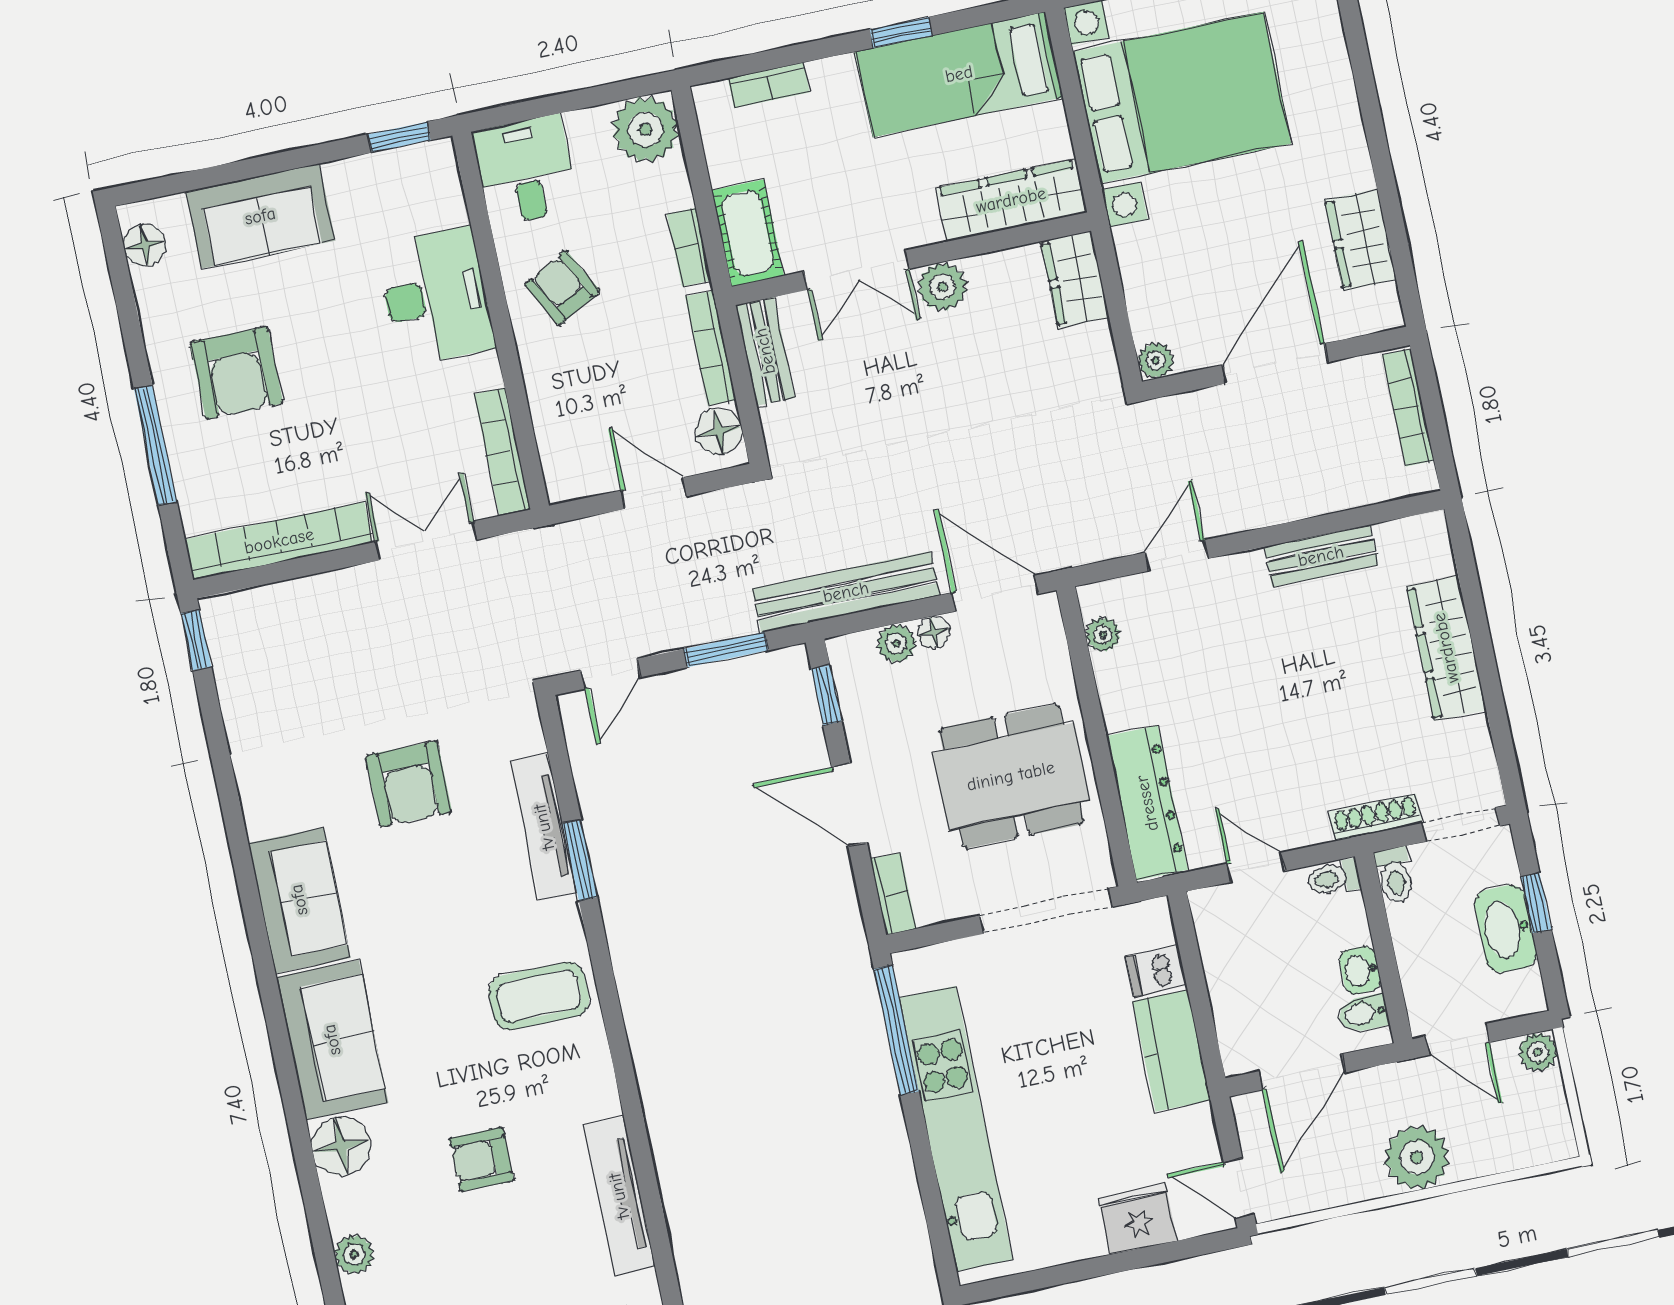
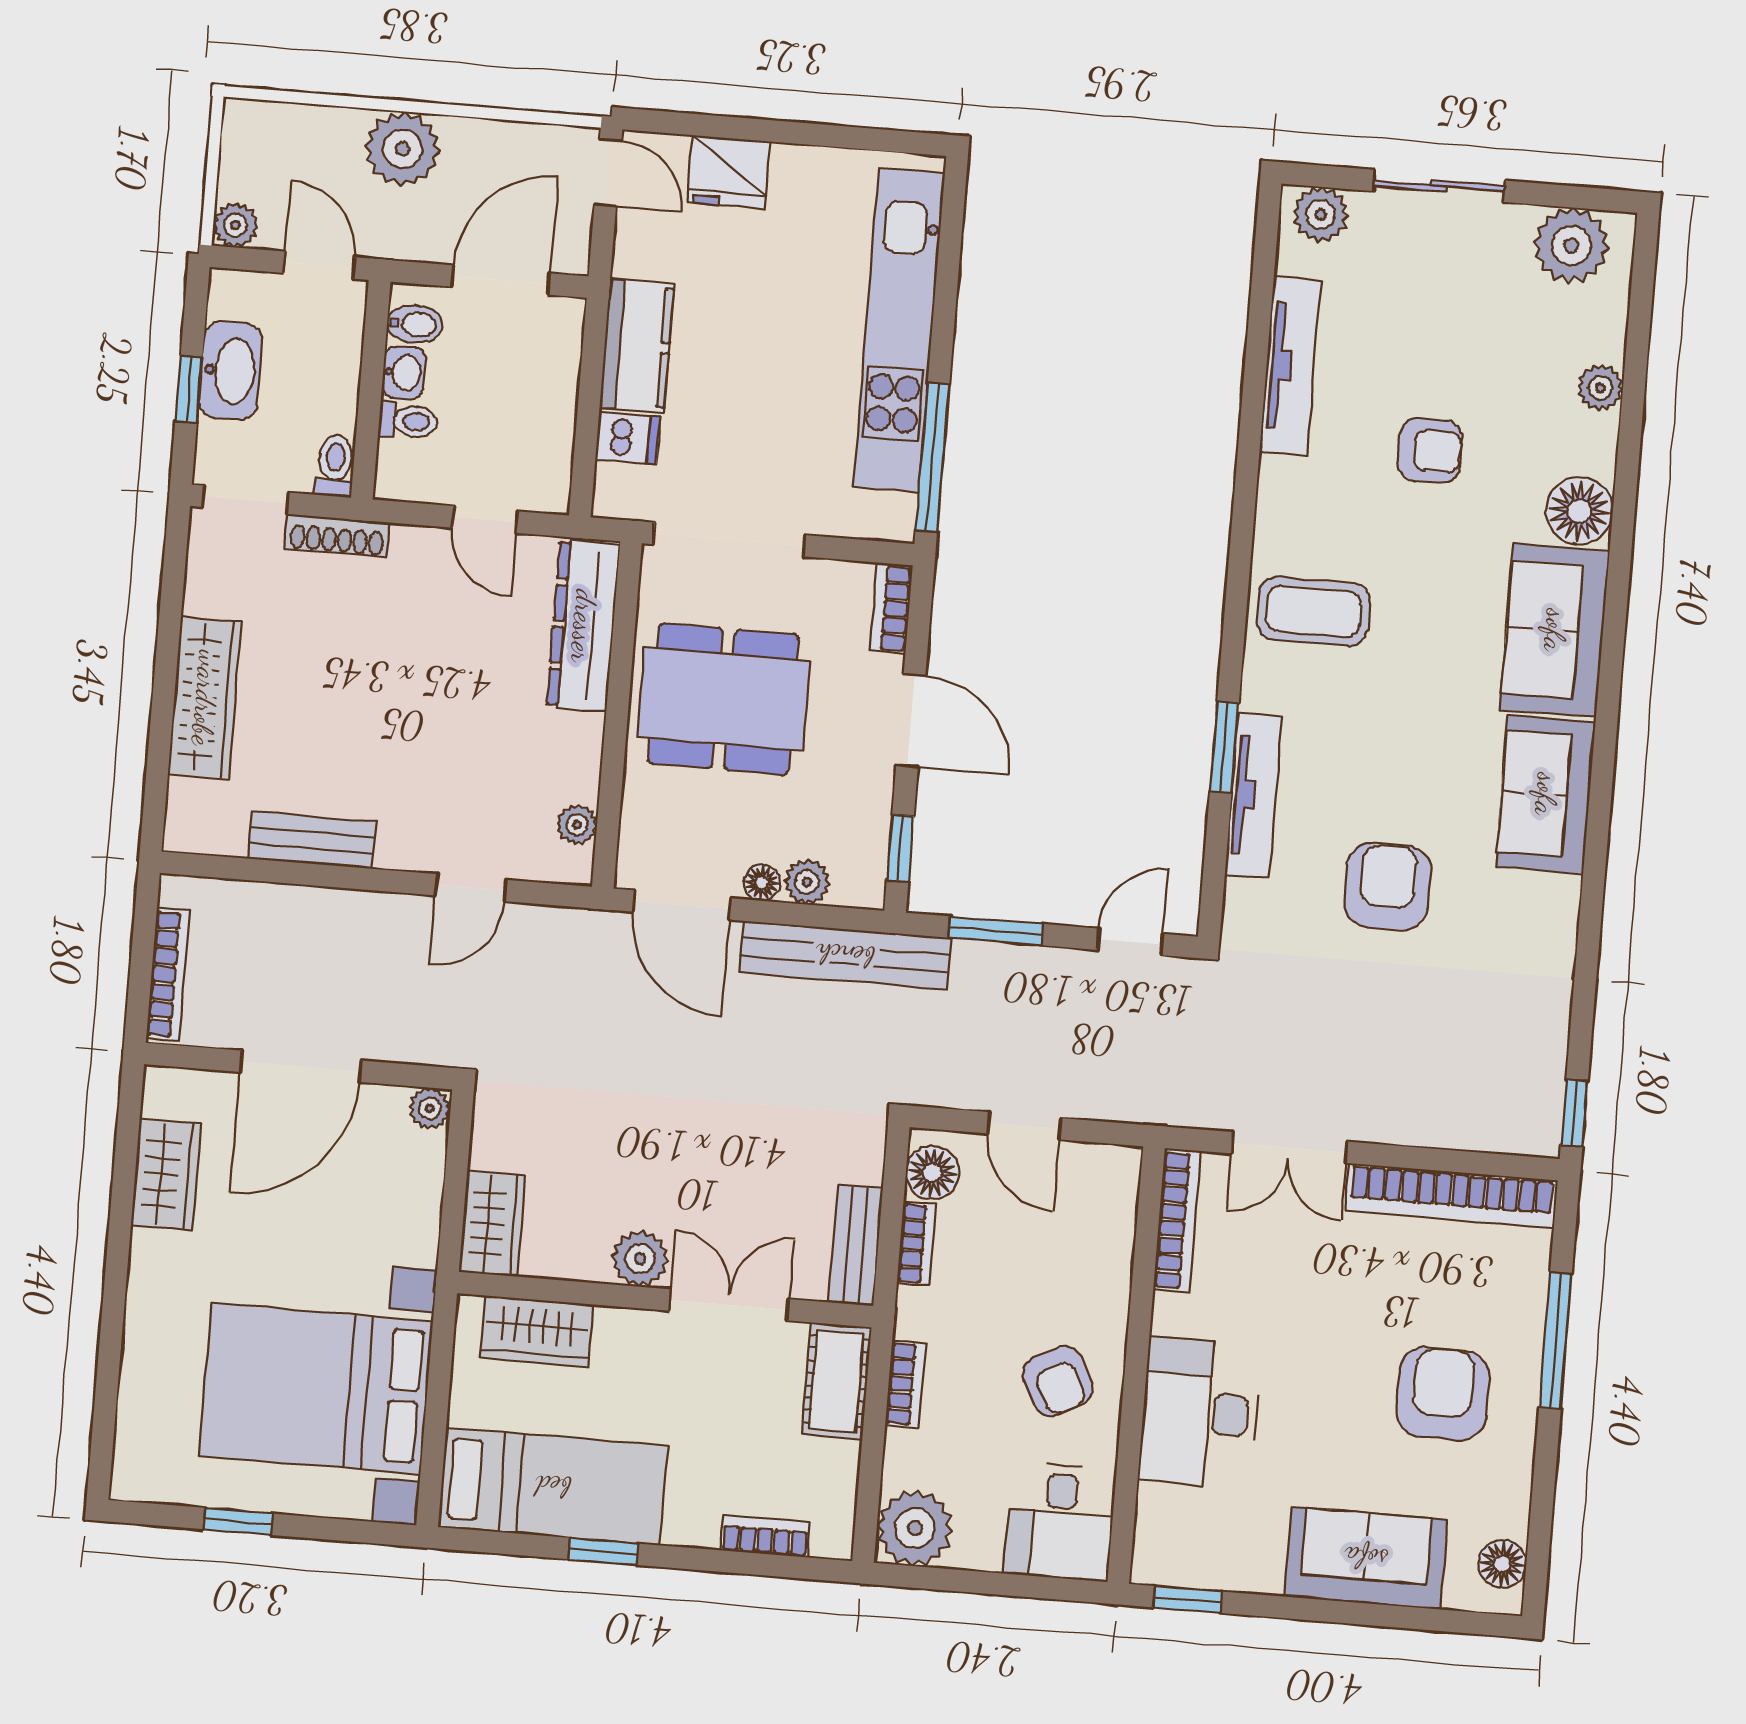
wardrobe: (1011, 200) -> (537, 1331), width x0.67
bookcase: (711, 348) -> (916, 1244), width x0.64
toilet: (1334, 878) -> (408, 421), moved

